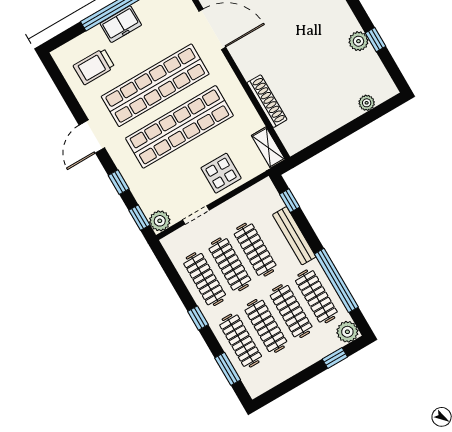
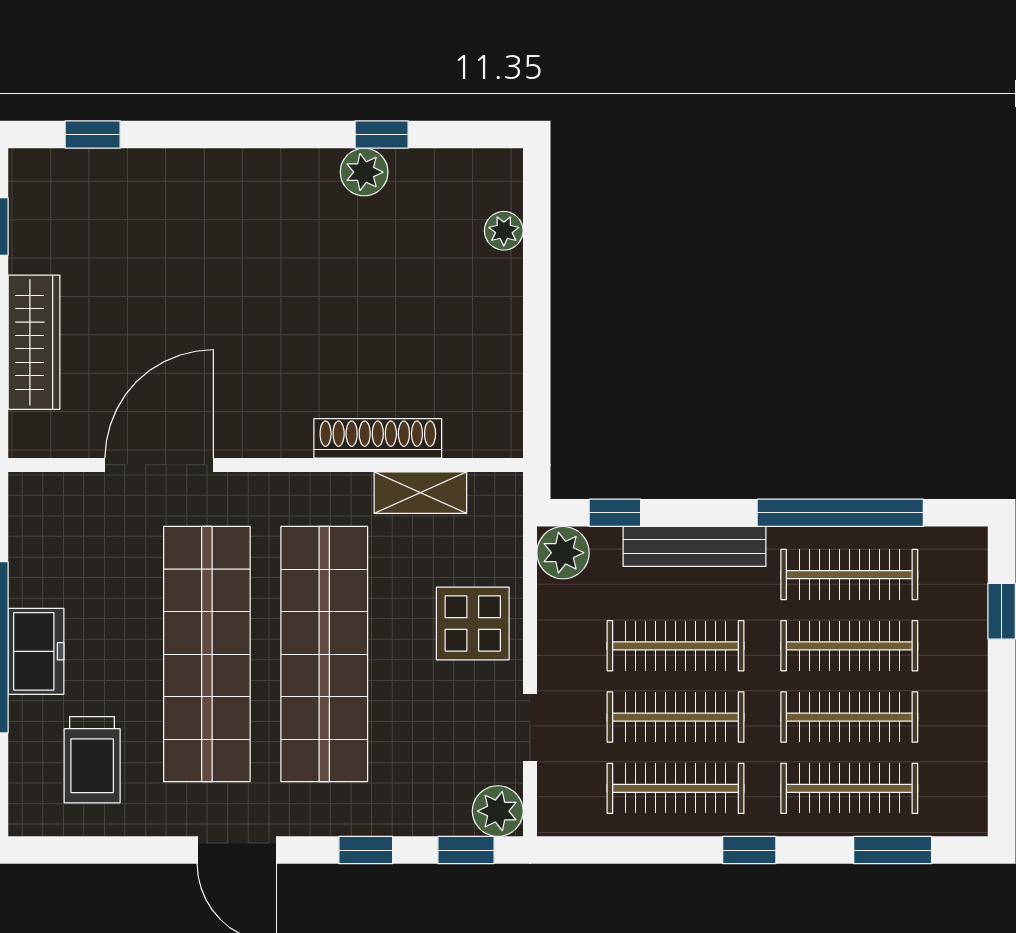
shelving: (268, 147) -> (420, 493), moved
plant: (347, 332) -> (563, 553), moved

